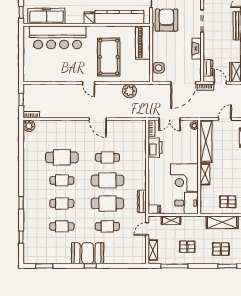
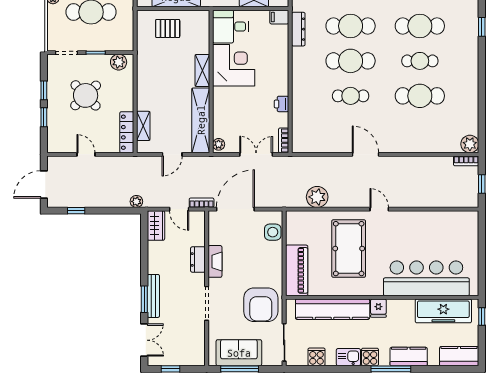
dresser: (208, 68) -> (198, 260), moved
printer: (155, 148) -> (282, 104), width x0.53, depth x0.68
cafe table: (62, 203) -> (420, 26), width x1.37, depth x1.35

